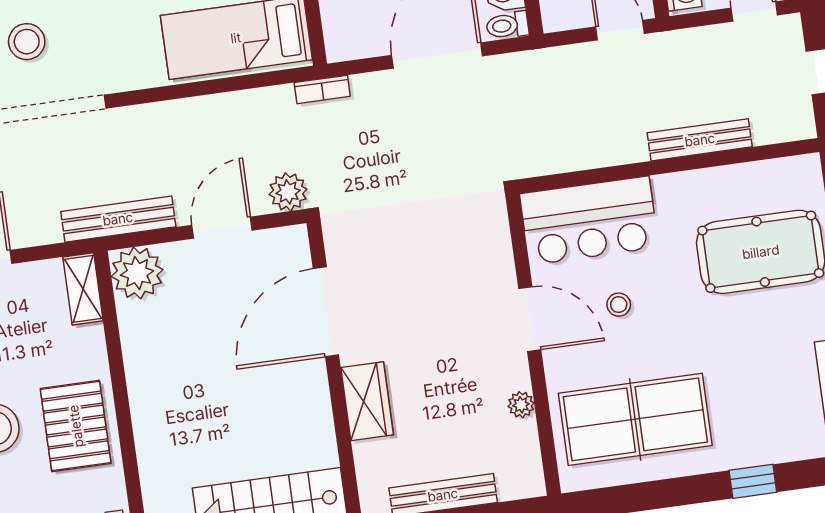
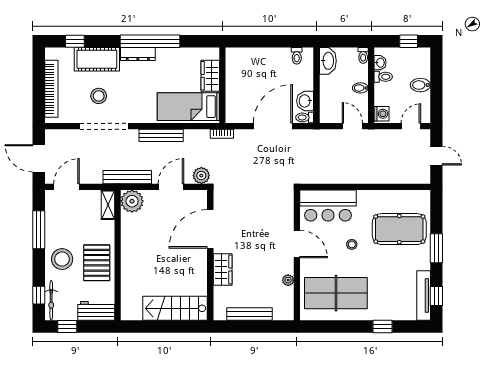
bench: (700, 140) -> (161, 135), moved
stool: (619, 305) -> (352, 244), moved

